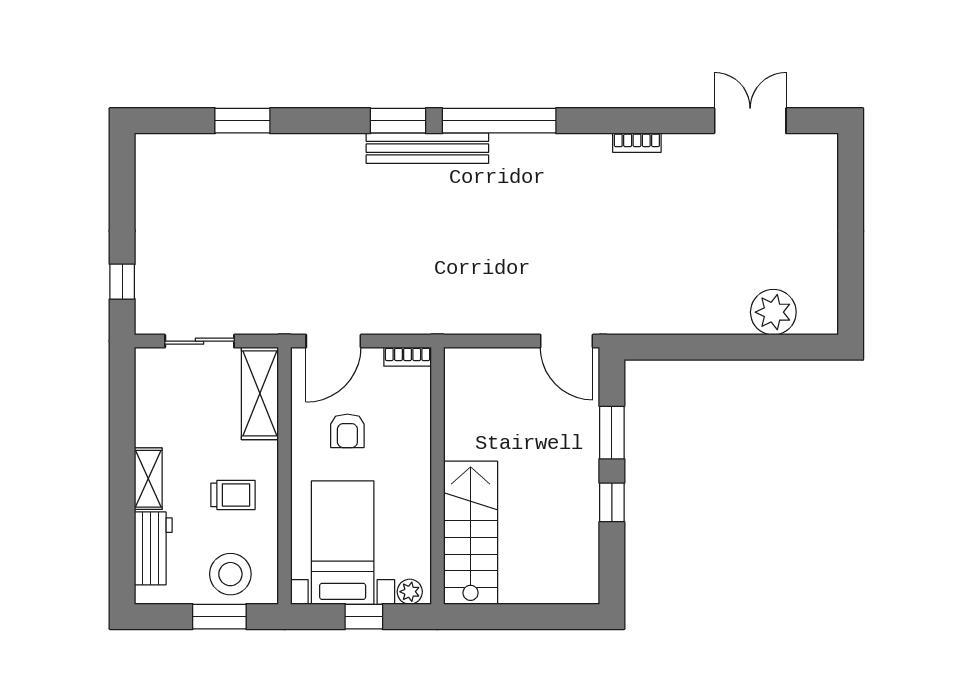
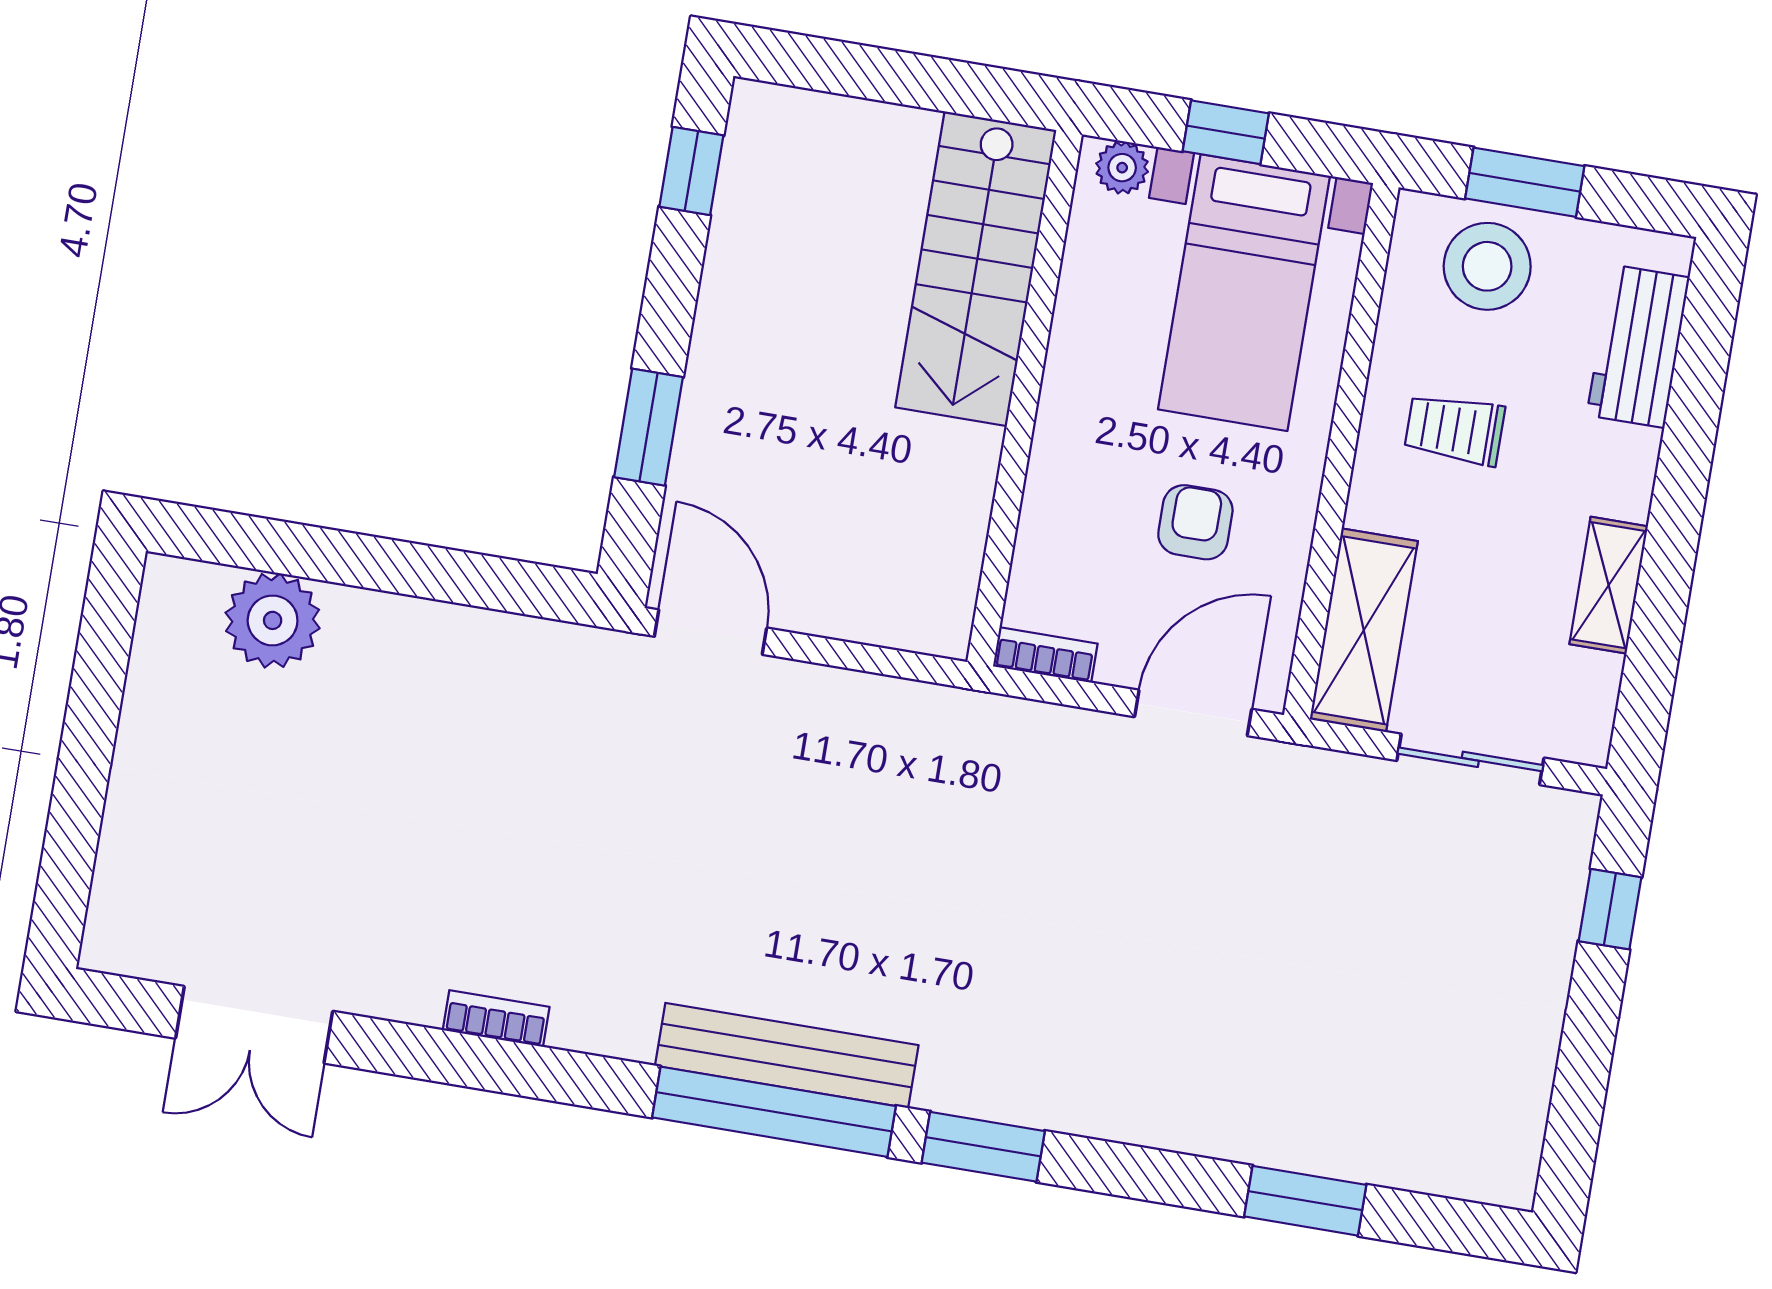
bench: (427, 148) -> (787, 1055), moved
shelving: (148, 479) -> (1609, 585), moved
window: (612, 502) -> (691, 171), moved

